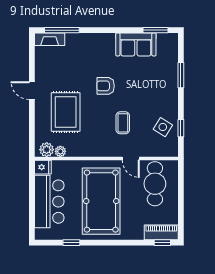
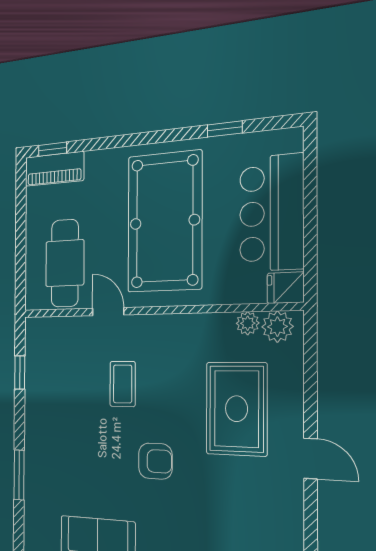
side table: (163, 127) -> (50, 375), removed

